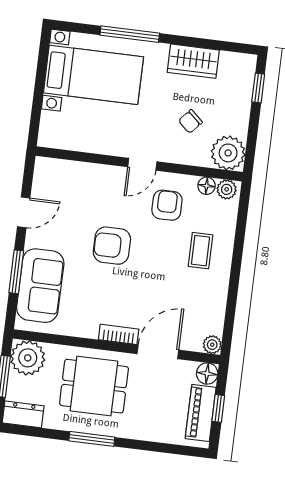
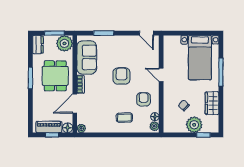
plant: (228, 153) -> (194, 125), moved
door: (142, 164) -> (161, 75), moved
armchair: (167, 205) -> (144, 99), turned -90
door: (24, 212) -> (146, 33), moved
sofa: (40, 286) -> (87, 57), moved, turned -90
door: (158, 352) -> (75, 104), swing flipped

